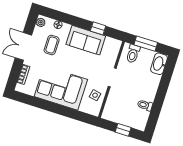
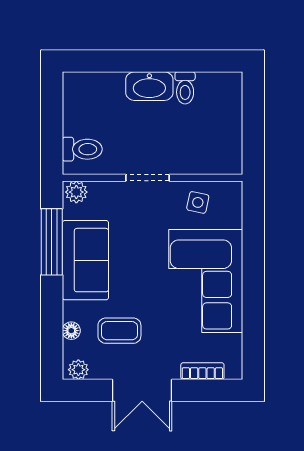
window: (98, 28) -> (52, 242), width x2.17
window: (146, 44) -> (52, 128), removed
plant: (116, 45) -> (76, 192), added
washbasin: (159, 64) -> (149, 86), moved
window: (123, 130) -> (253, 118), removed

